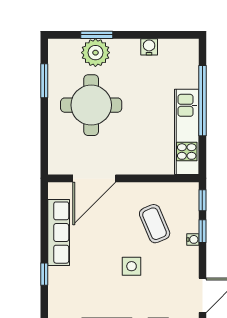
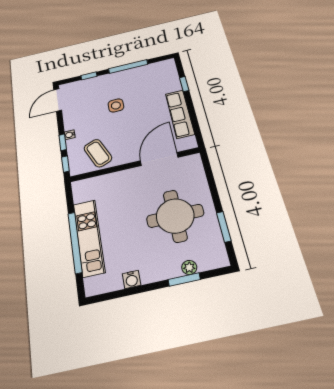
plant: (95, 53) -> (189, 267), width x0.53, depth x0.53
kitchen unit: (187, 132) -> (89, 238), moved
coffee table: (155, 224) -> (98, 153), moved

